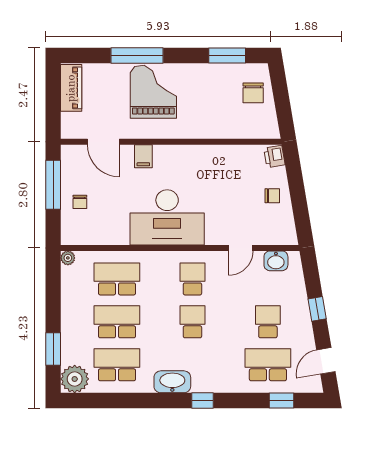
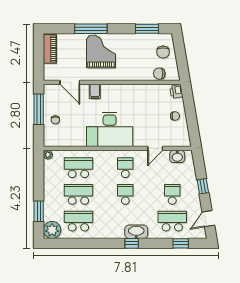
chair: (247, 128) -> (159, 74), added
washbasin: (172, 382) -> (136, 232), moved

